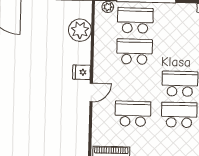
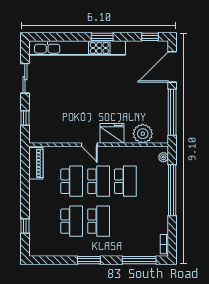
school desk: (135, 20) -> (99, 181), moved
fridge: (82, 72) -> (112, 133), width x1.88, depth x1.34

